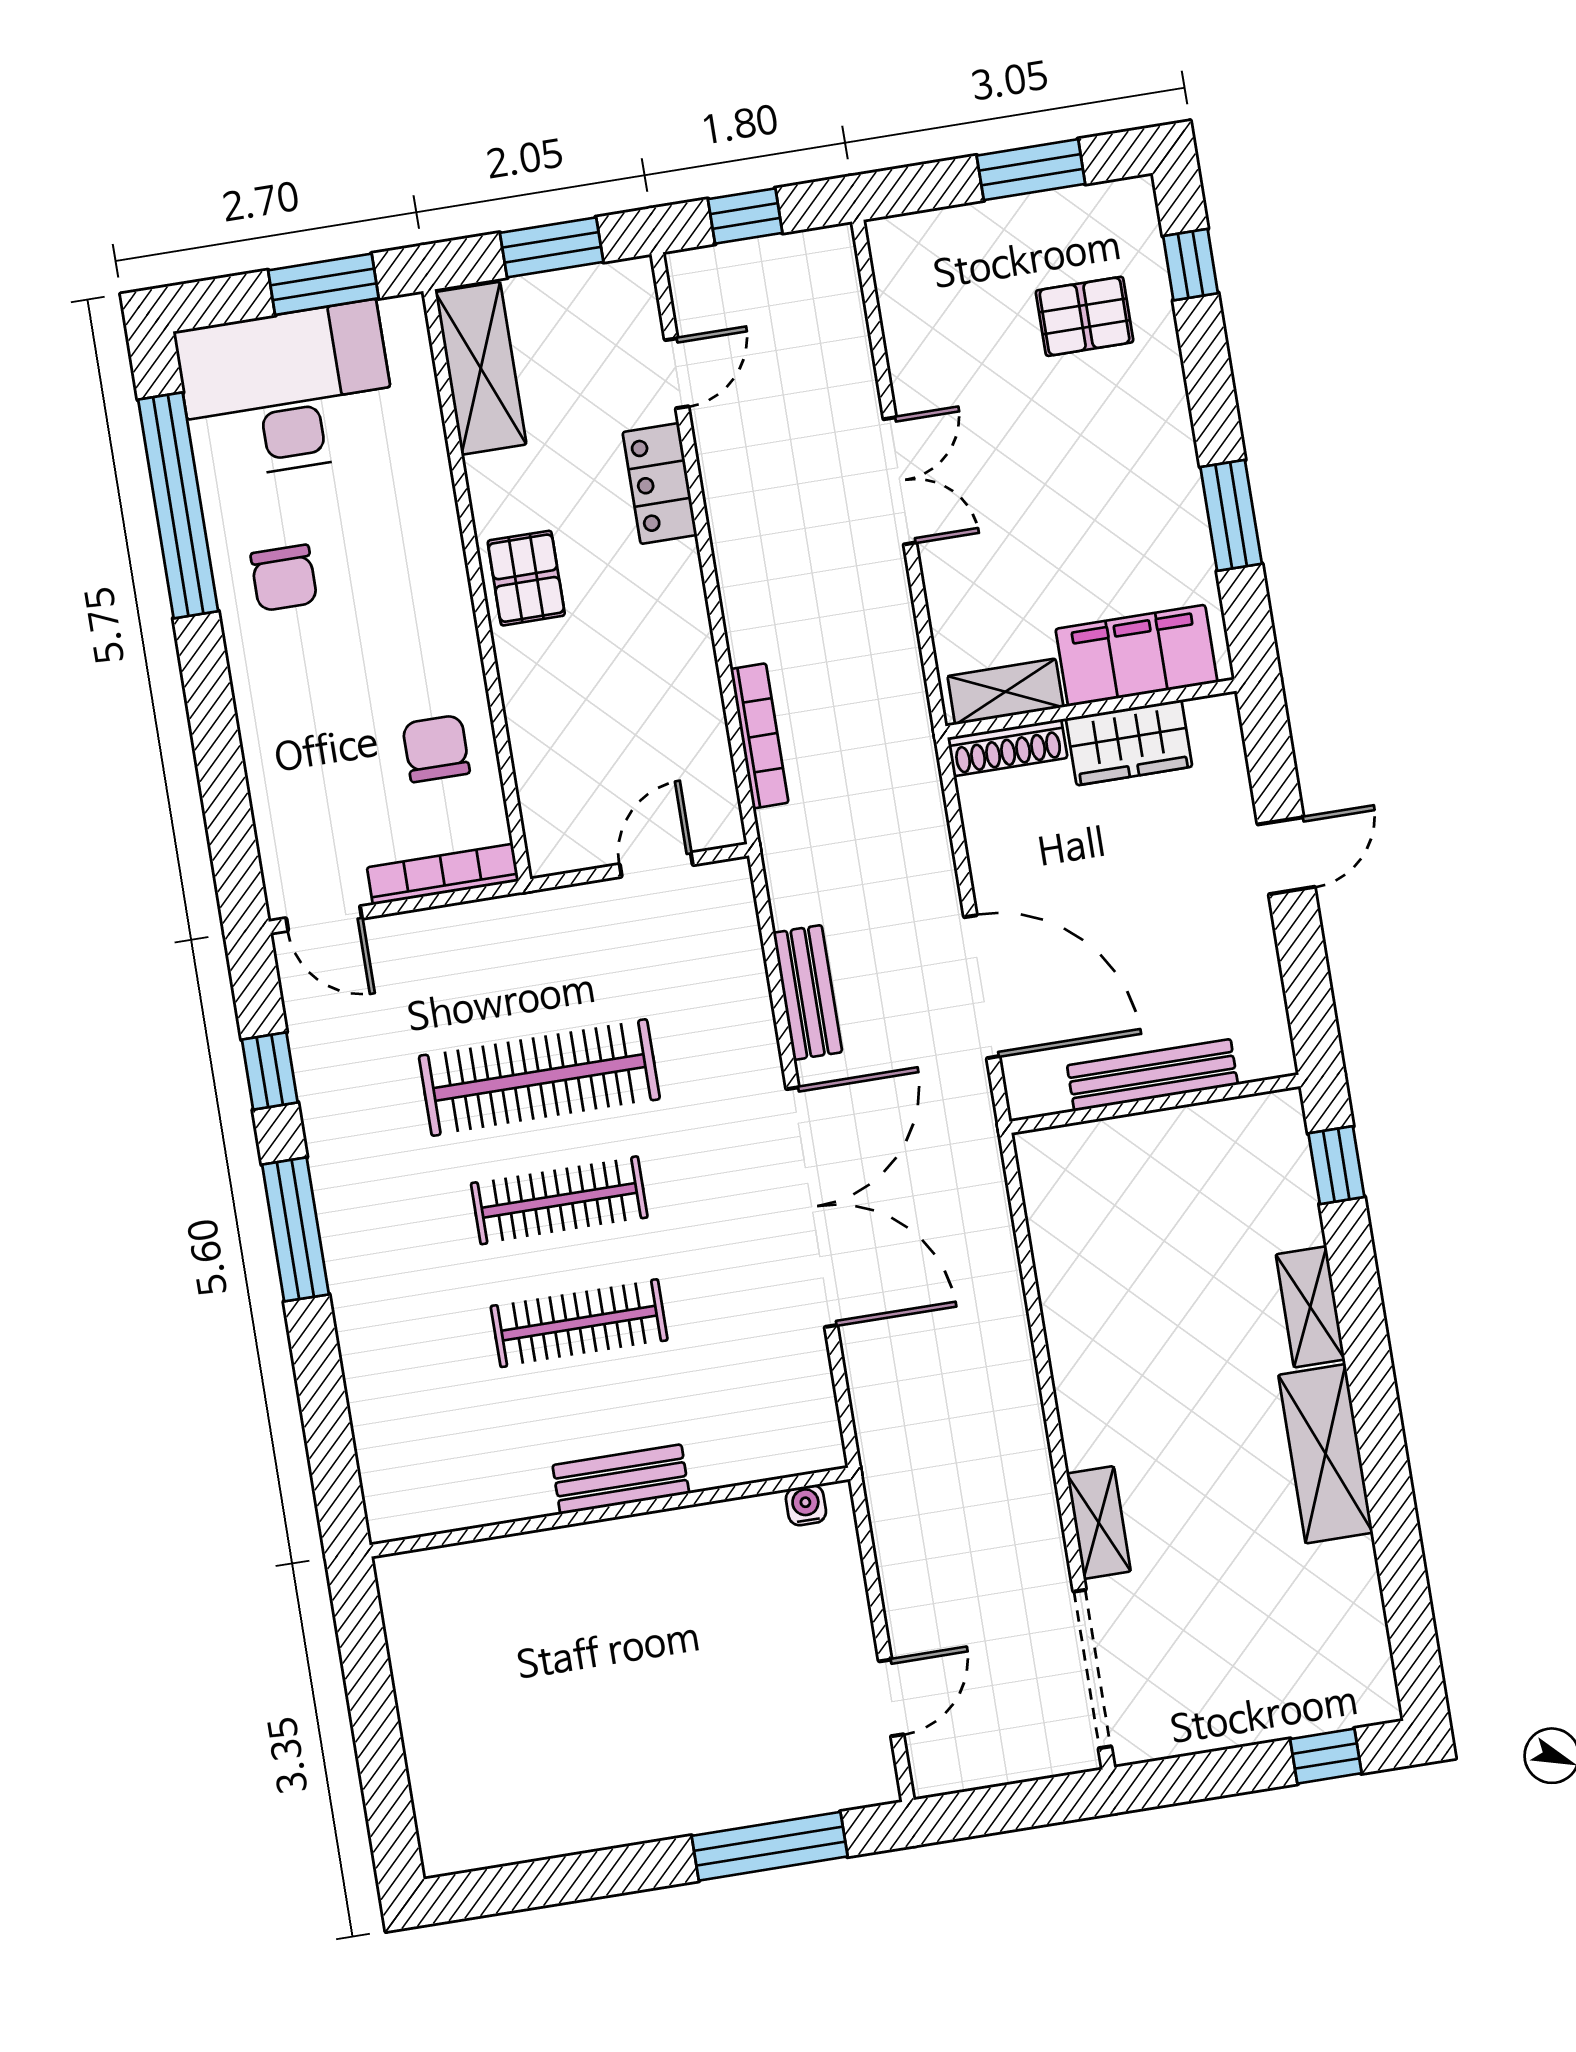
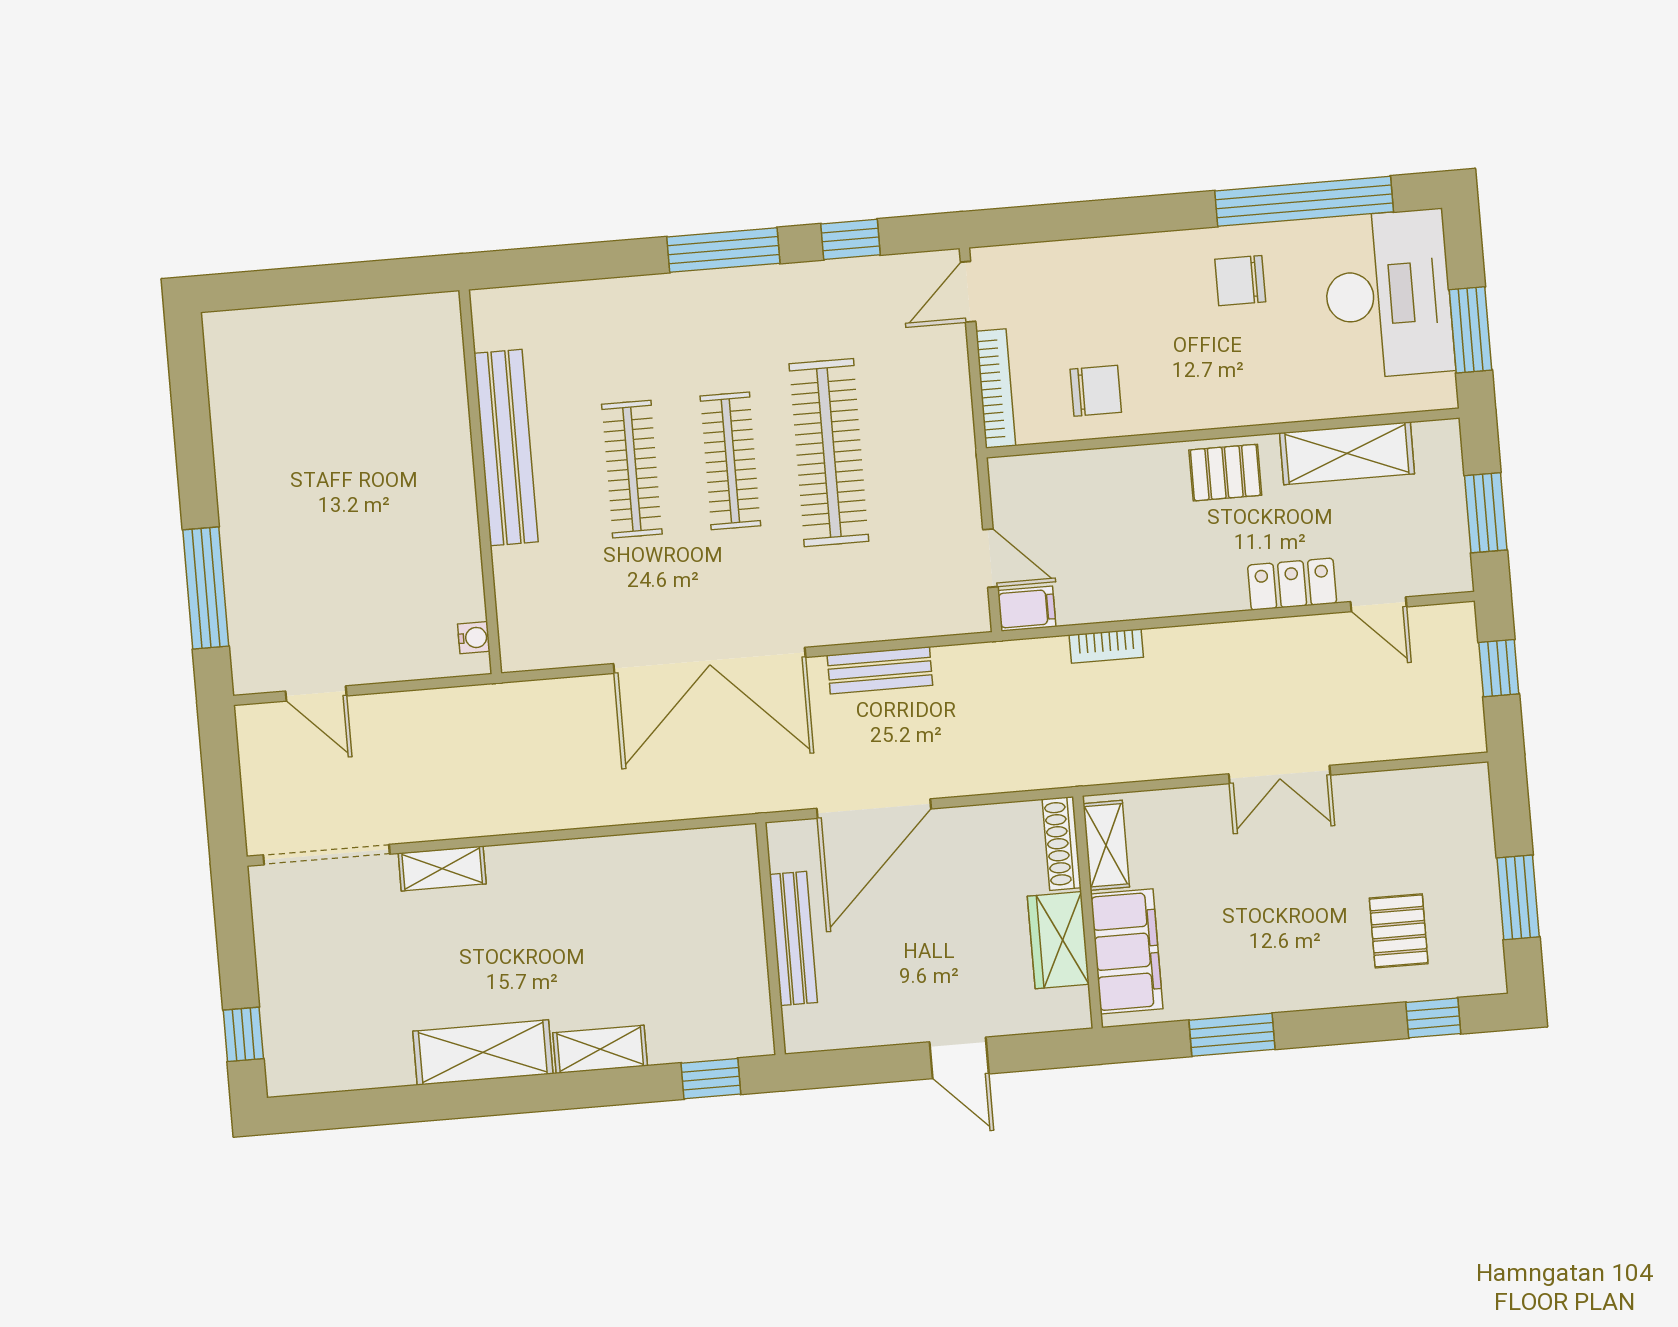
shelving: (481, 368) -> (1347, 453), moved
bookcase: (759, 736) -> (1106, 646), width x0.64
filing cabinet: (716, 814) -> (1027, 609), added
bench: (621, 1479) -> (506, 448), width x1.86, depth x1.21

